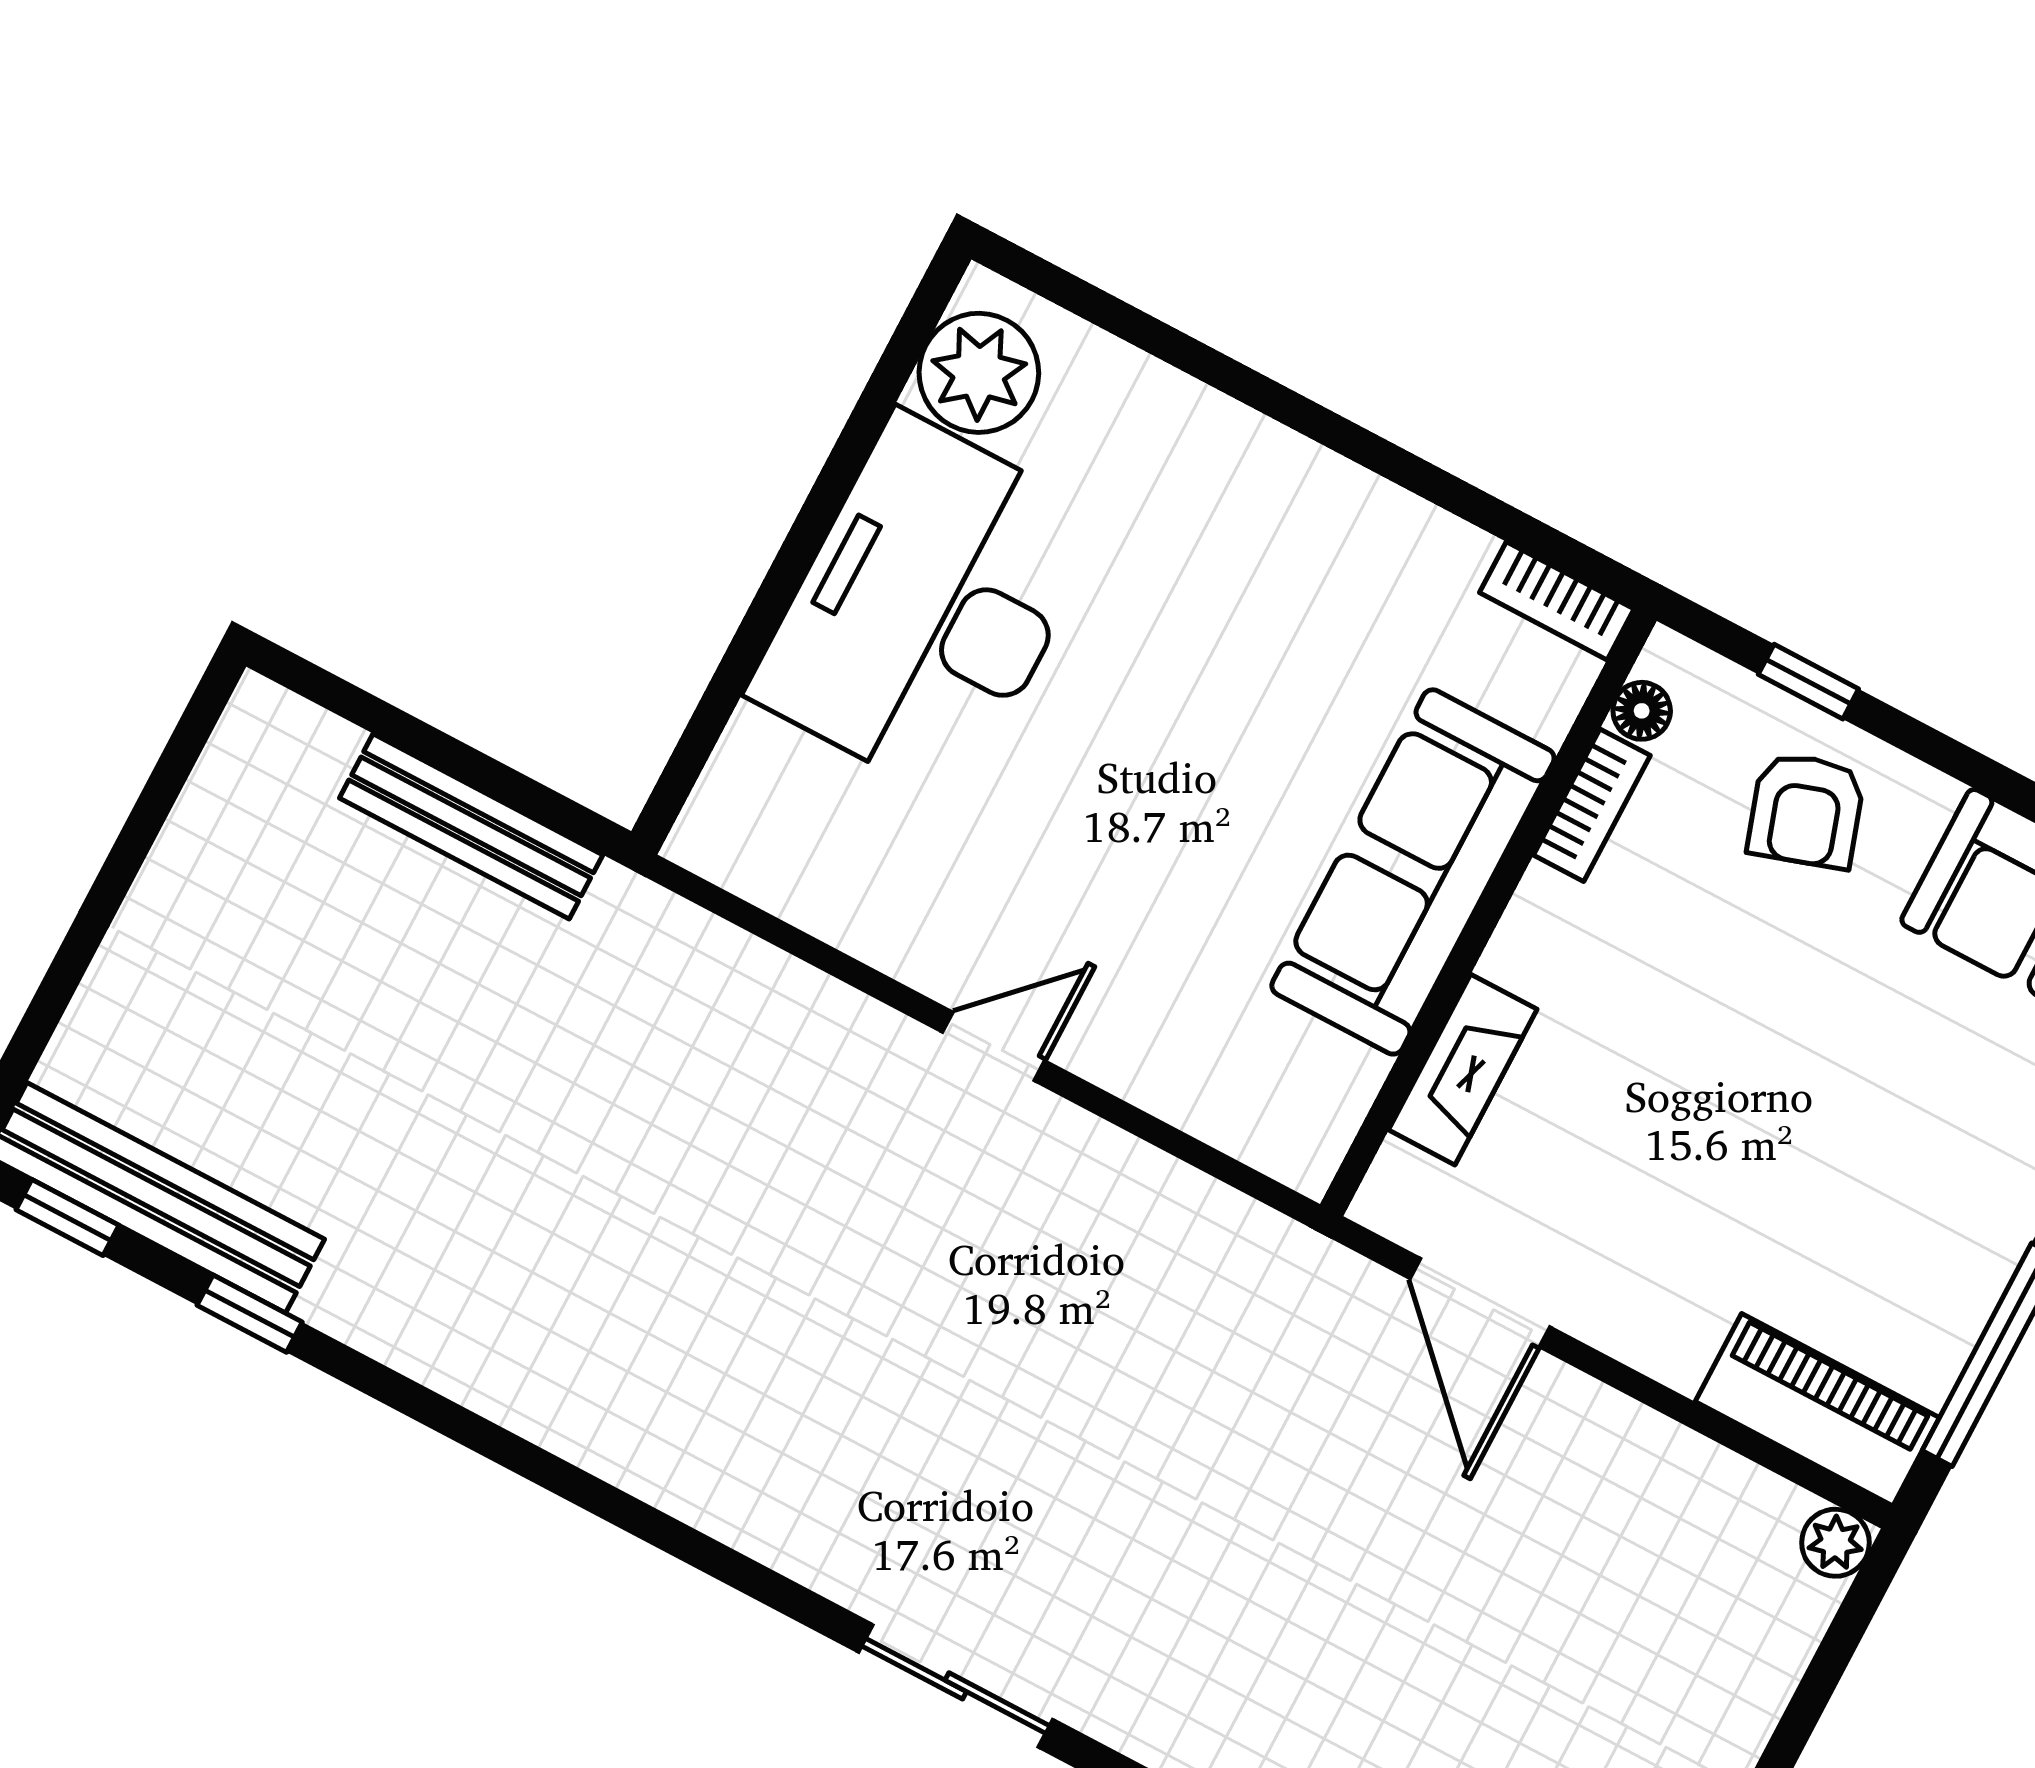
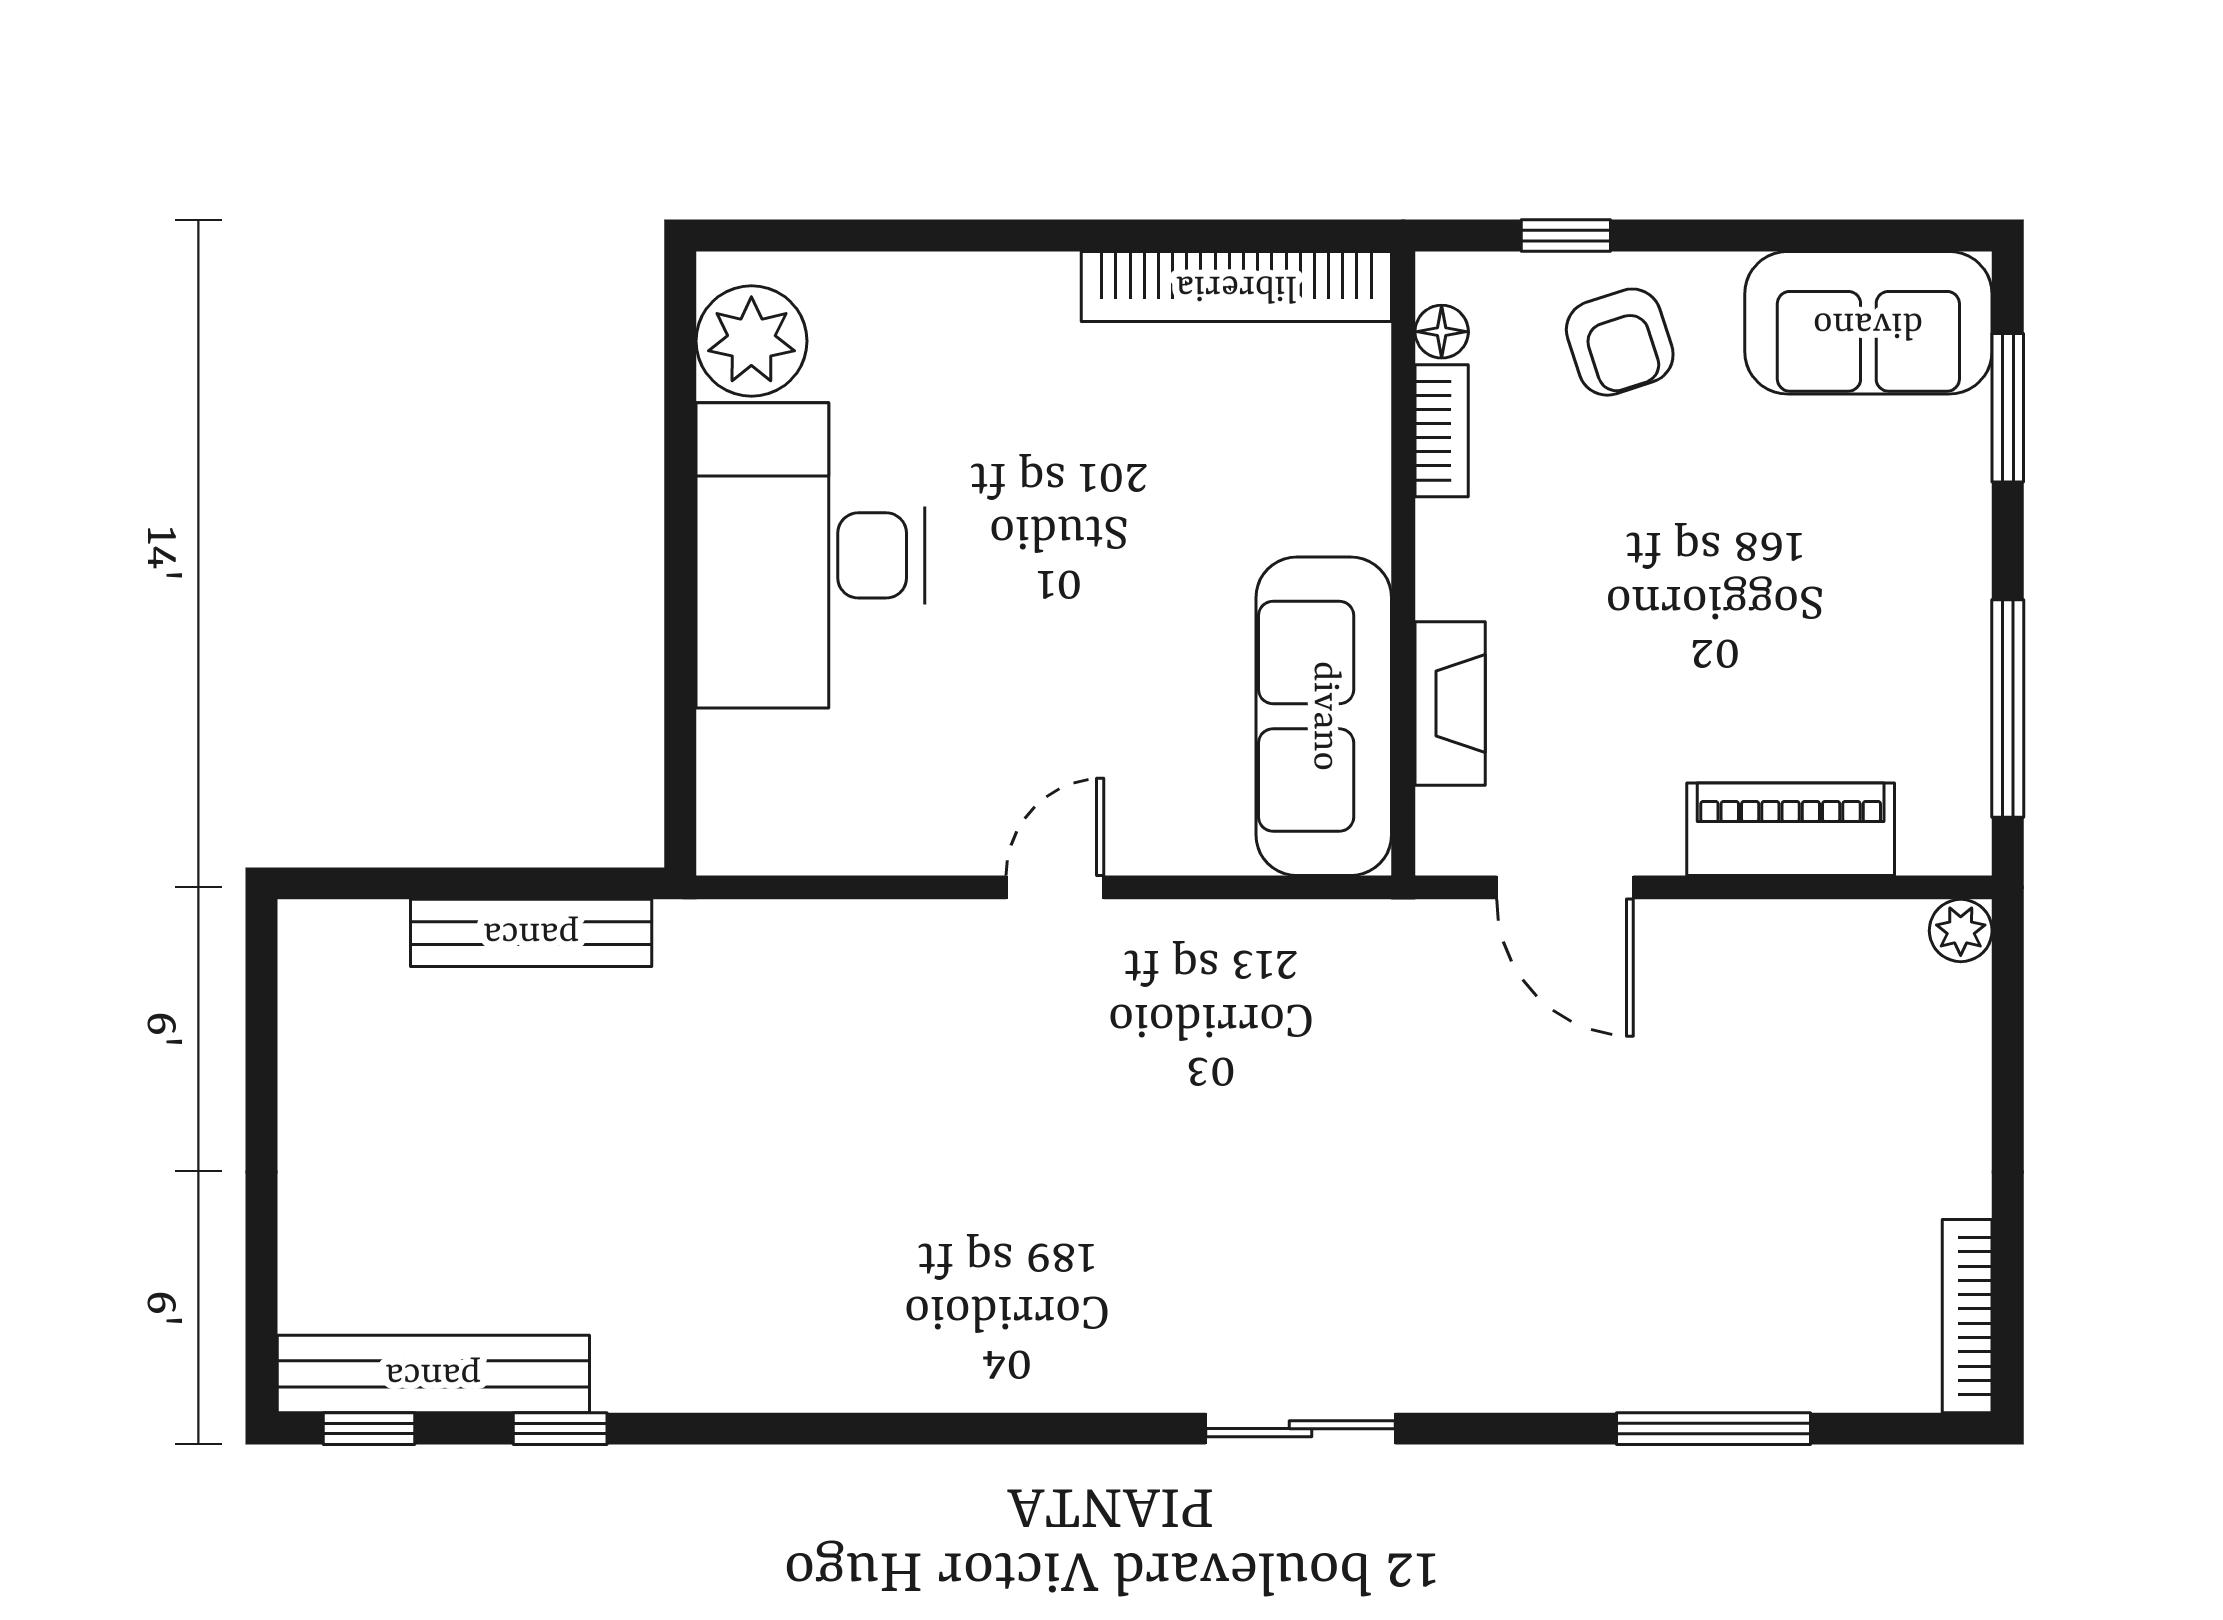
bookcase: (1557, 601) -> (1236, 286), width x2.31, depth x1.31
sofa: (1413, 872) -> (1324, 716), moved
piano: (1817, 1410) -> (1791, 829), moved

